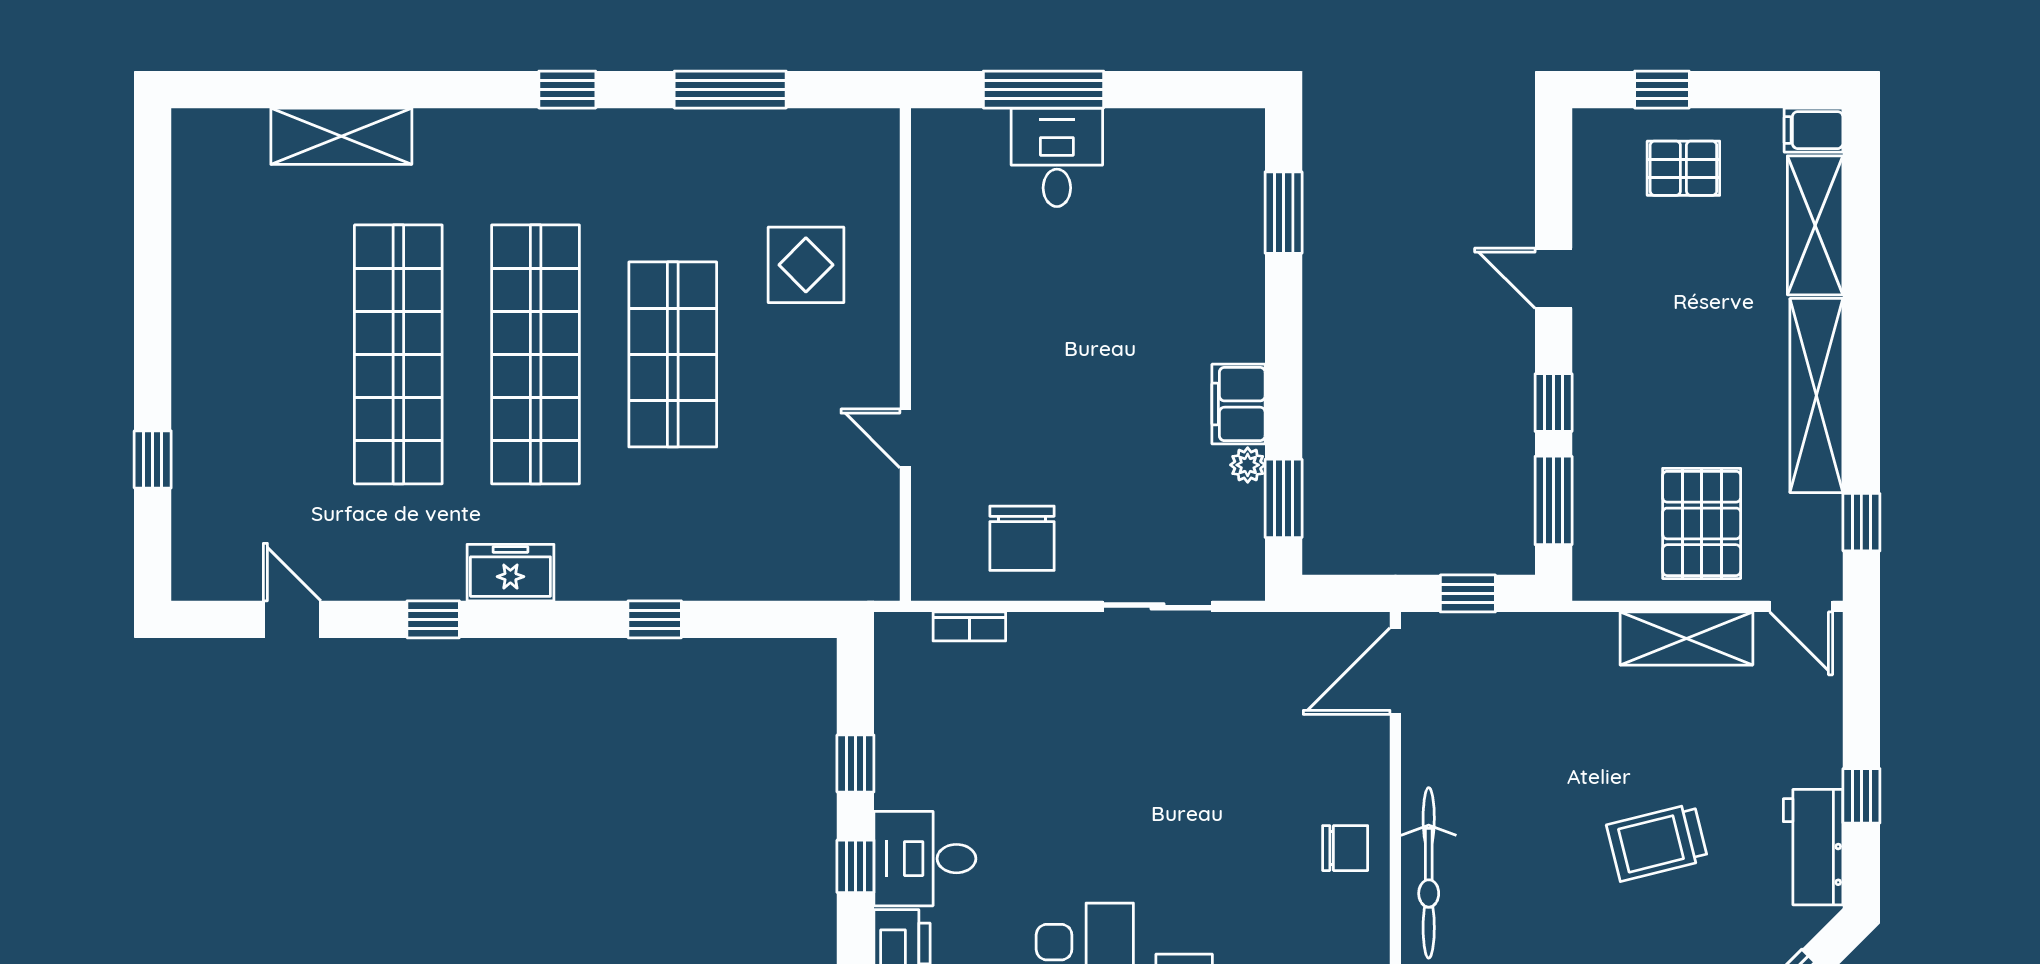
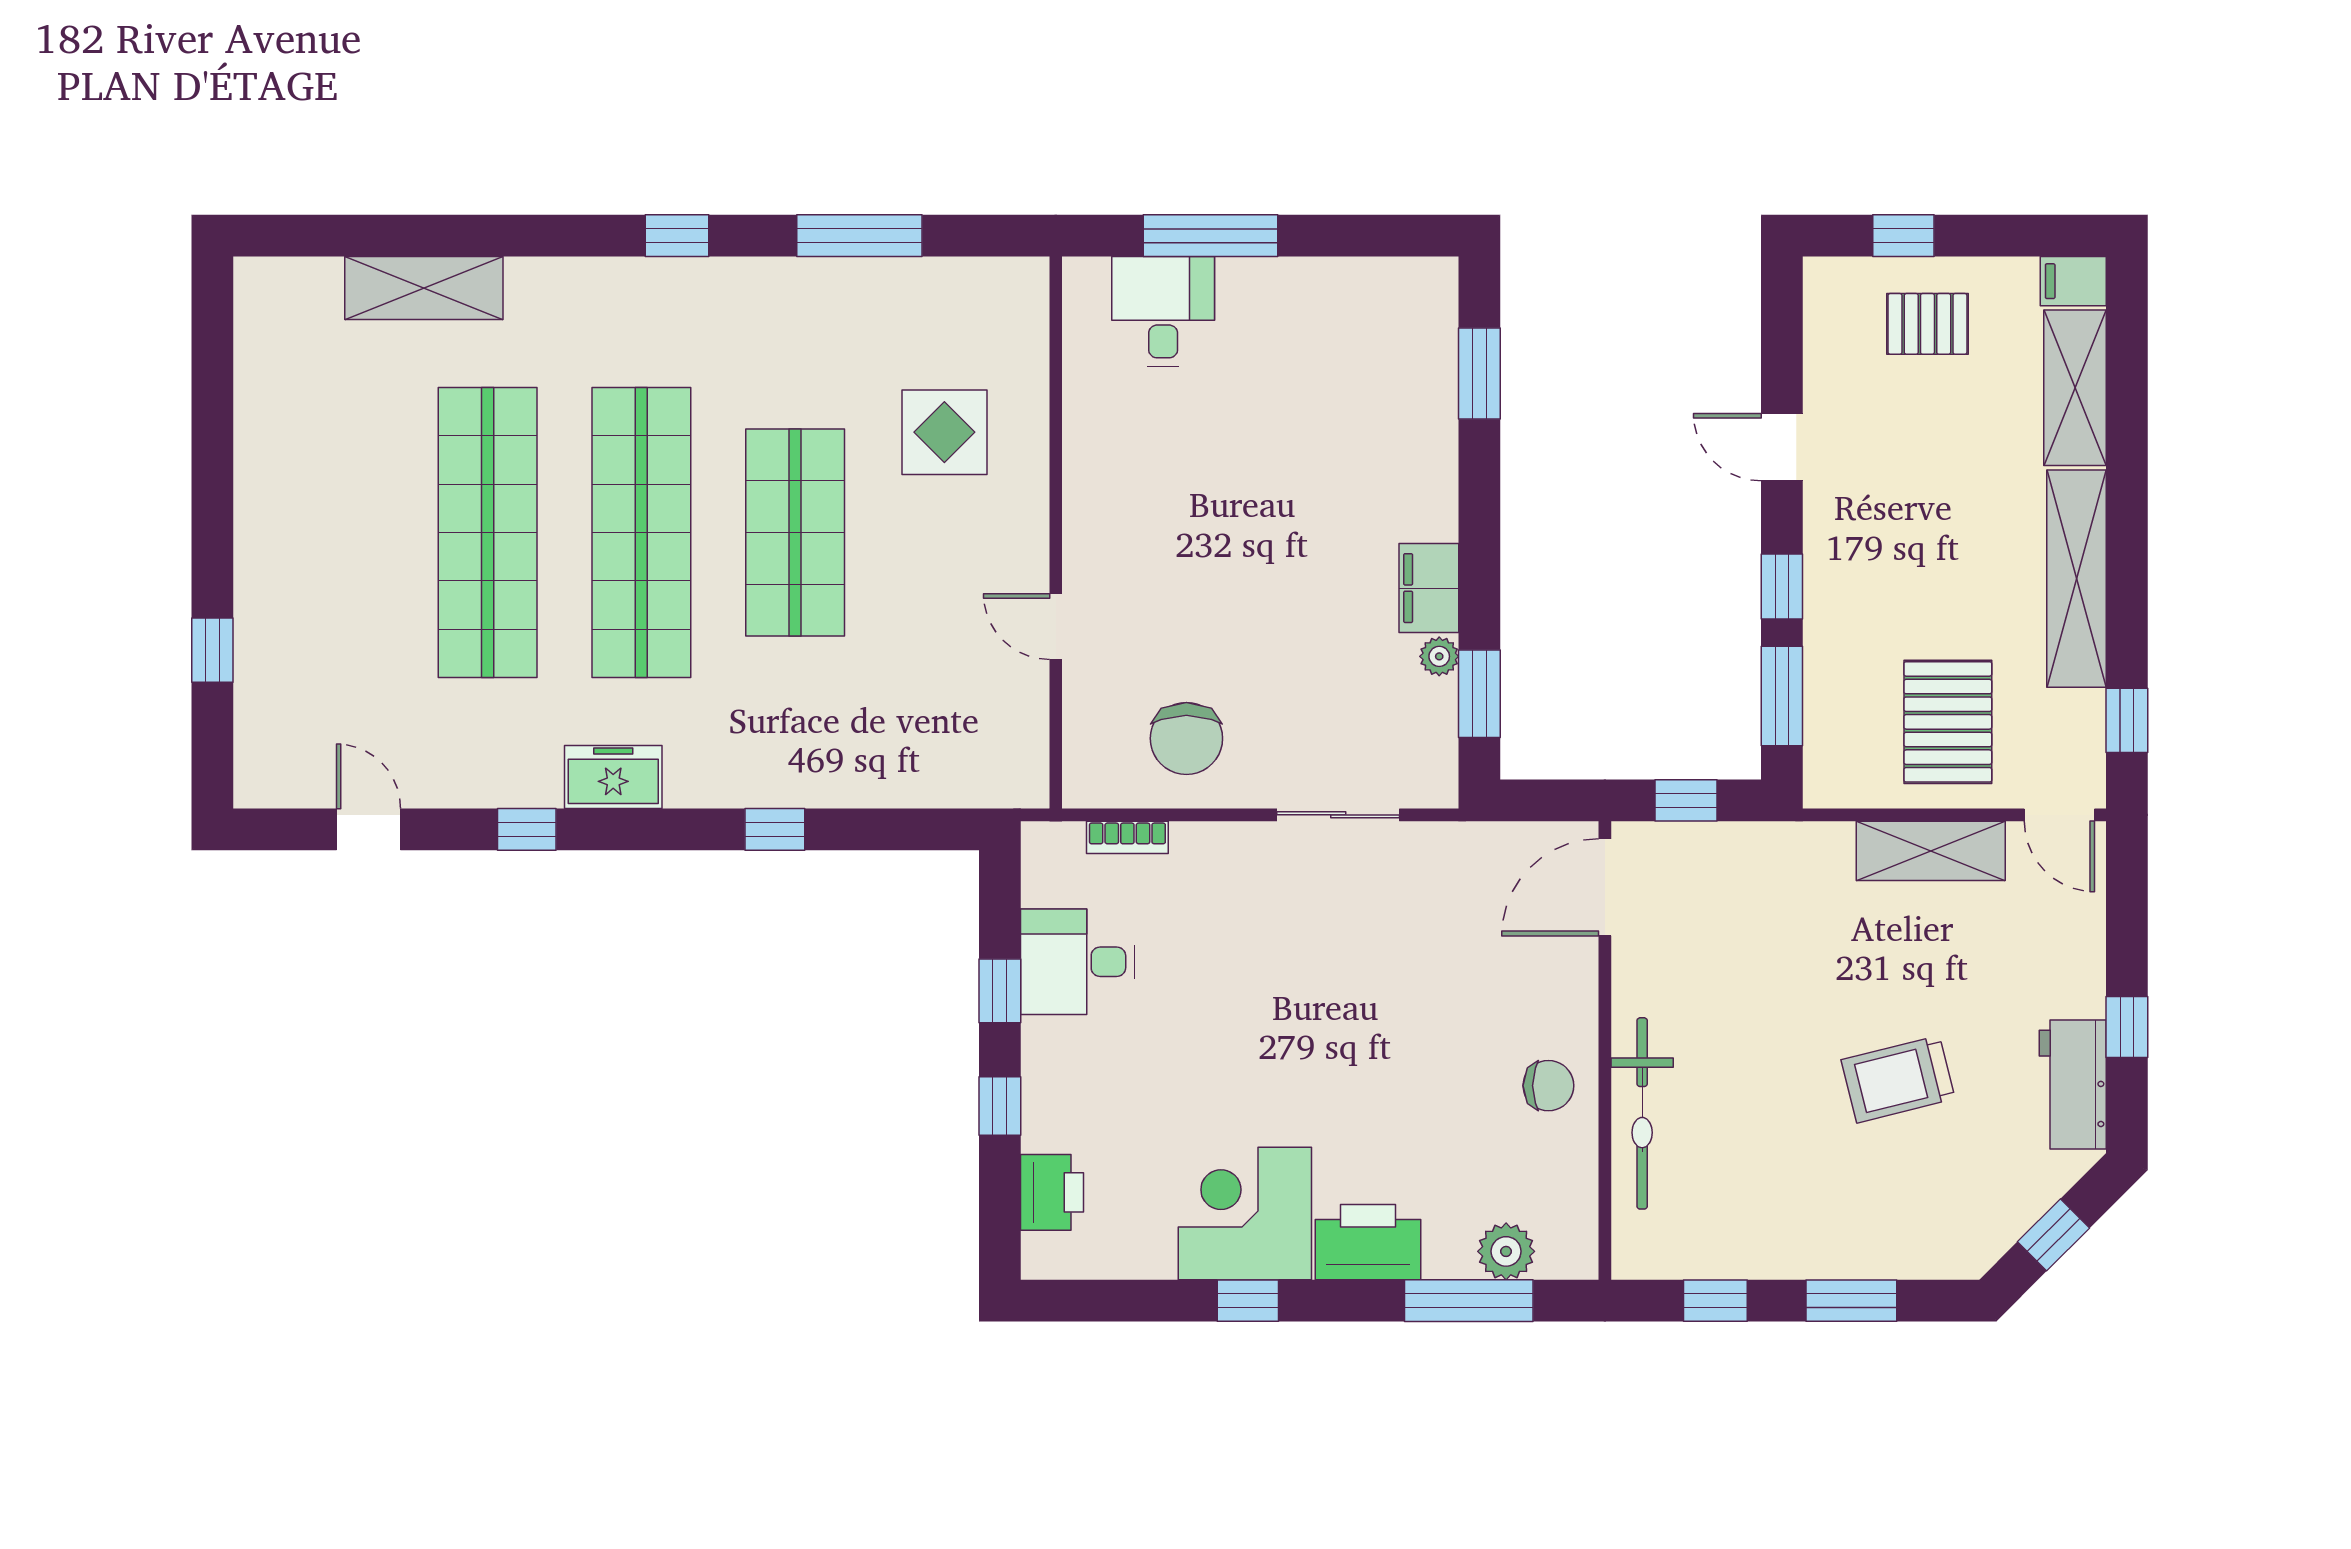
desk: (1057, 157) -> (1163, 312), moved
desk: (925, 859) -> (1078, 962), moved

